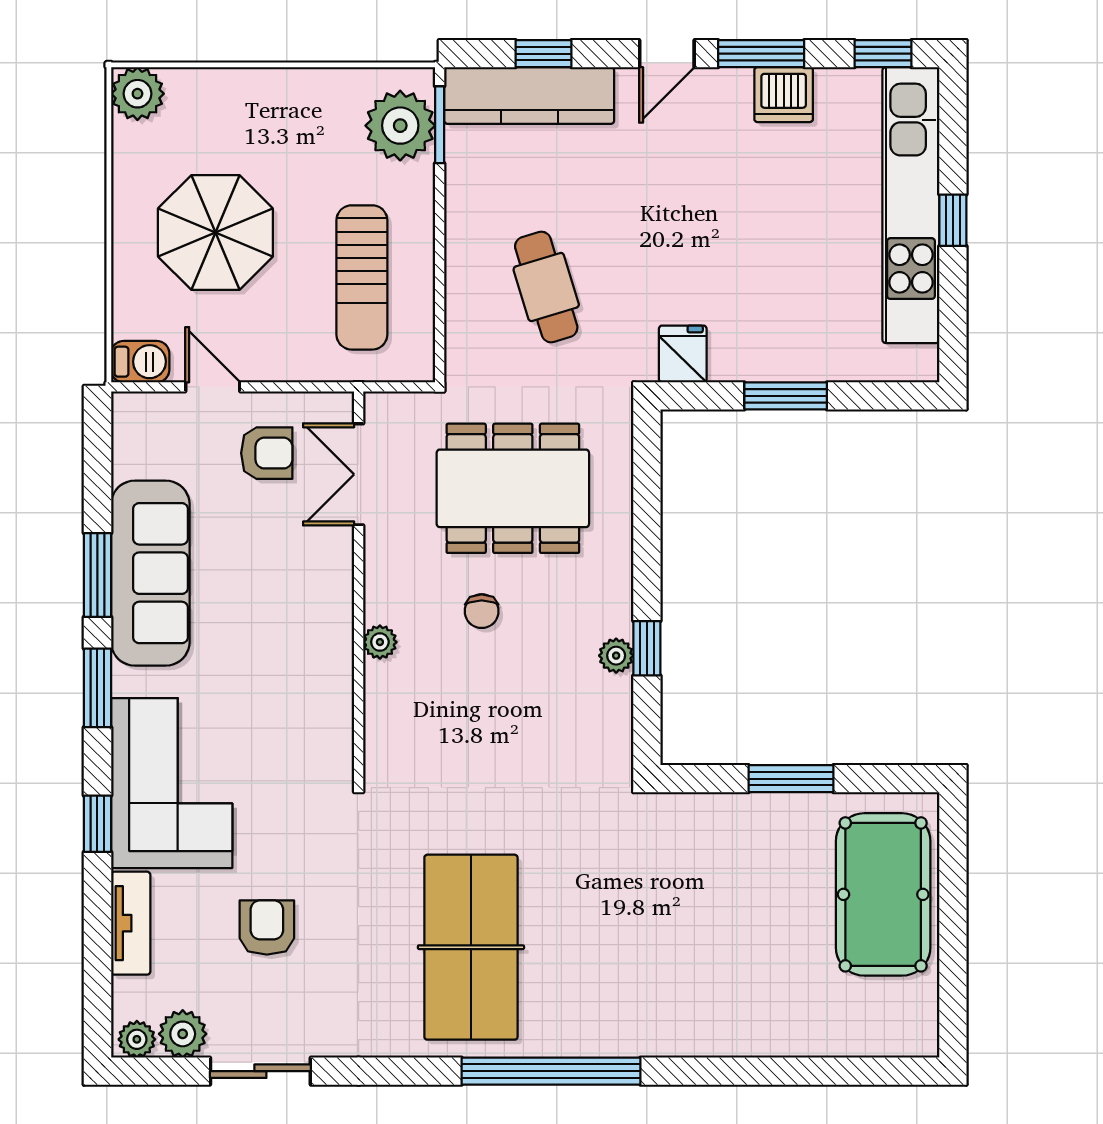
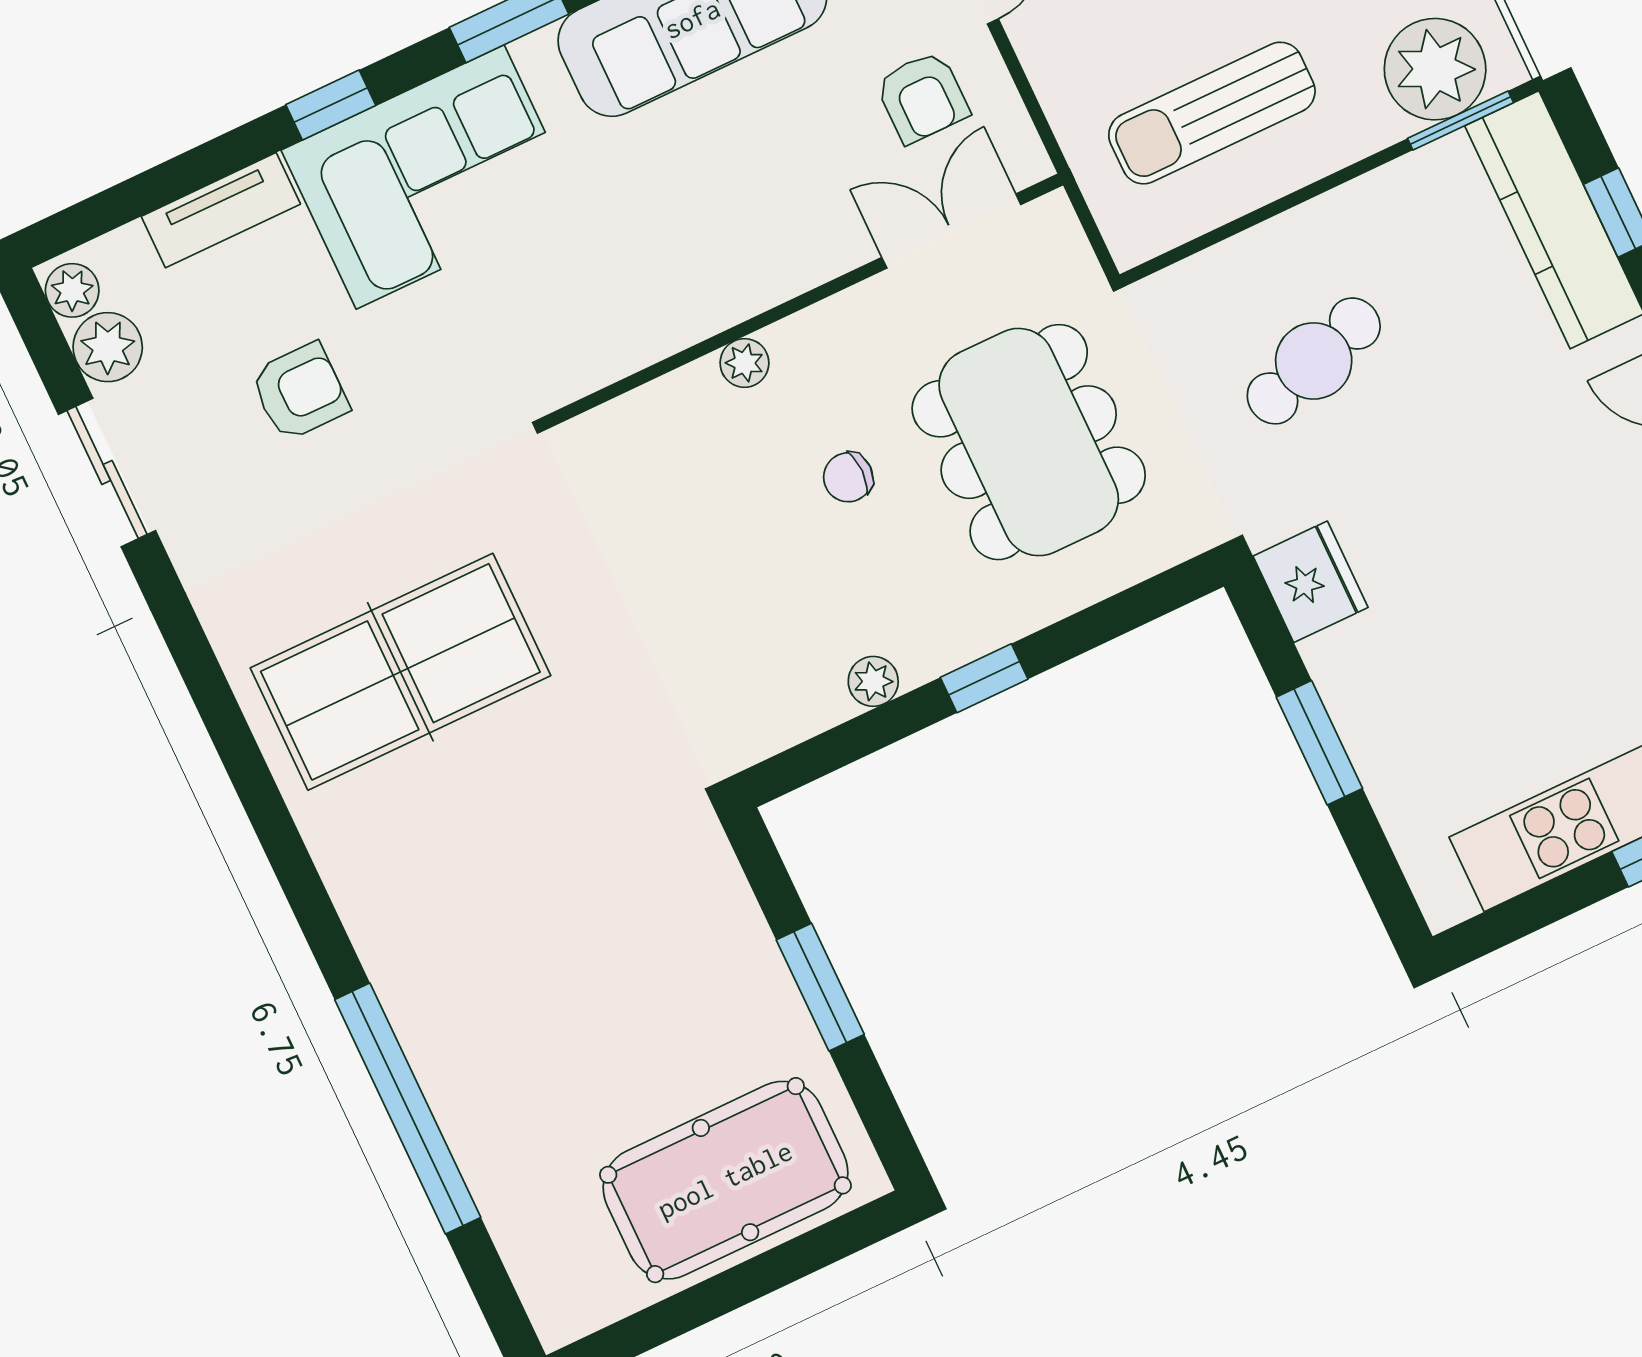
fridge: (683, 354) -> (1311, 582), width x1.38
window: (647, 648) -> (984, 678), moved
window: (551, 1071) -> (408, 1109), moved

